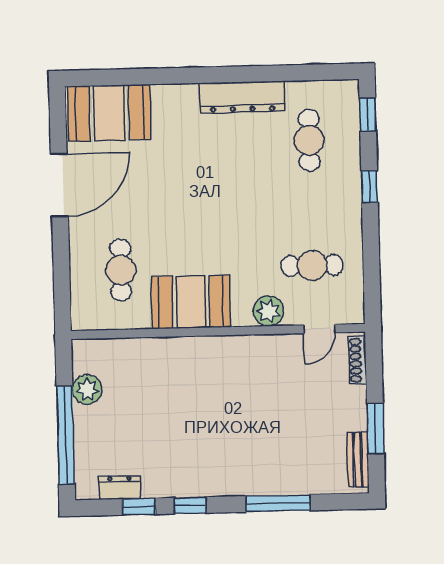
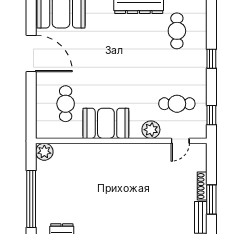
window: (368, 115) -> (211, 115), moved
door: (59, 185) -> (31, 53), hinge flipped
shoe rack: (358, 360) -> (202, 186), moved
plant: (87, 389) -> (44, 152), moved

